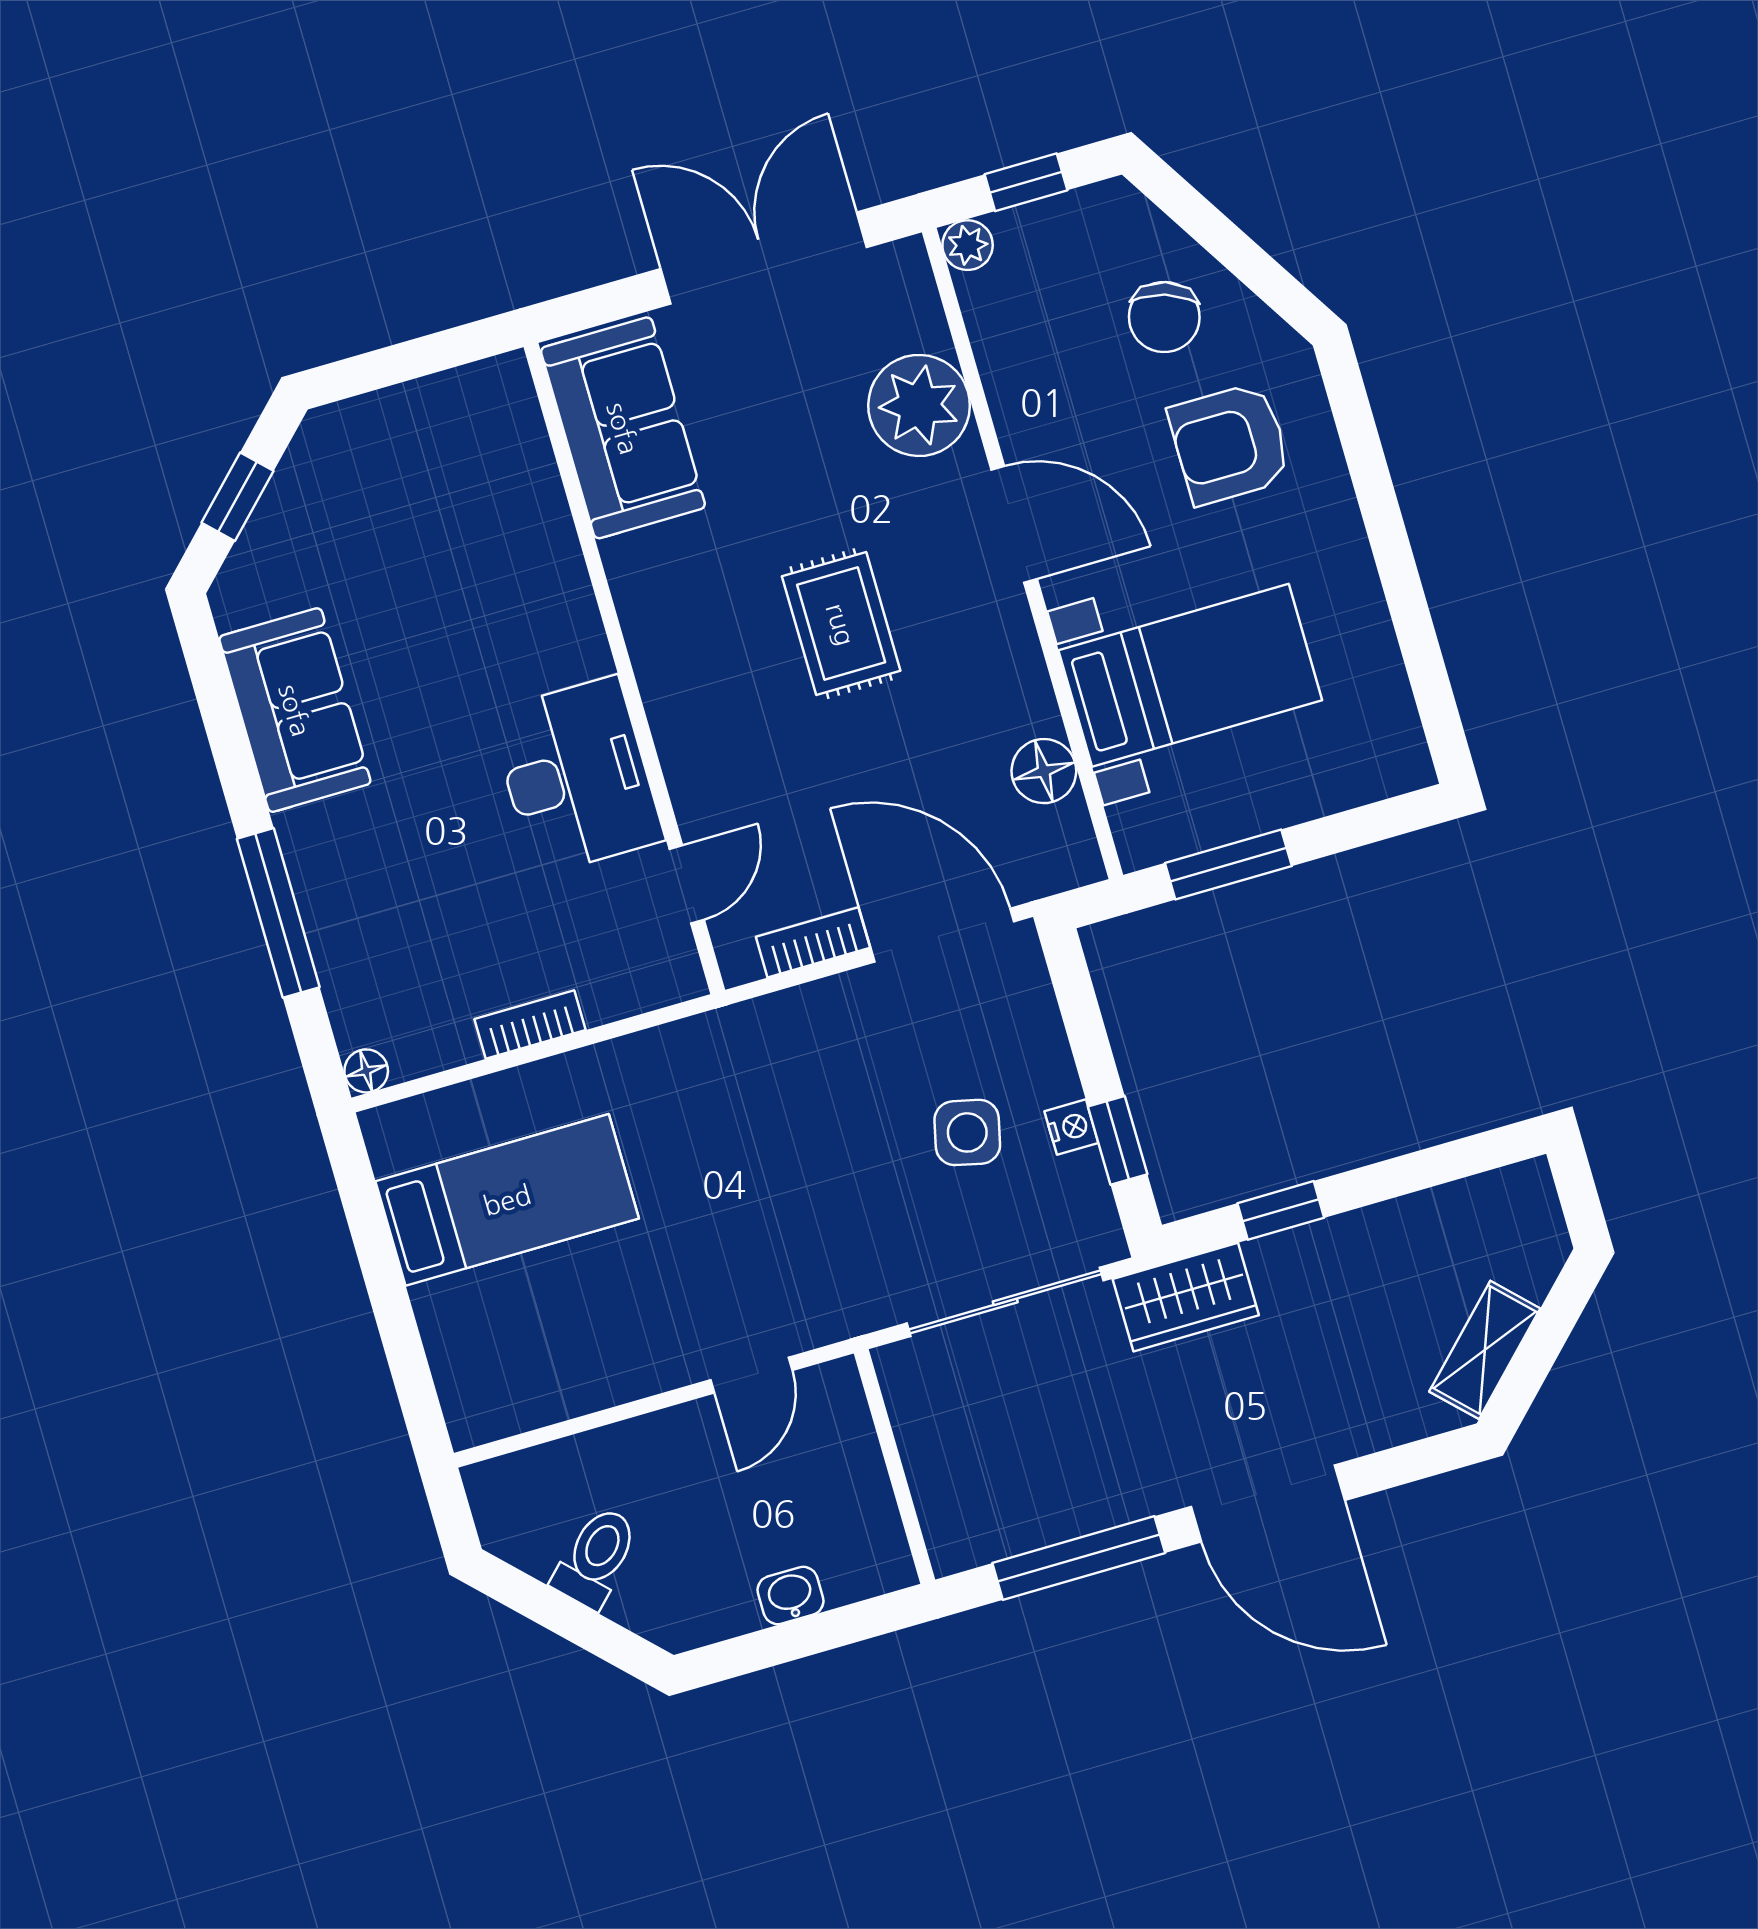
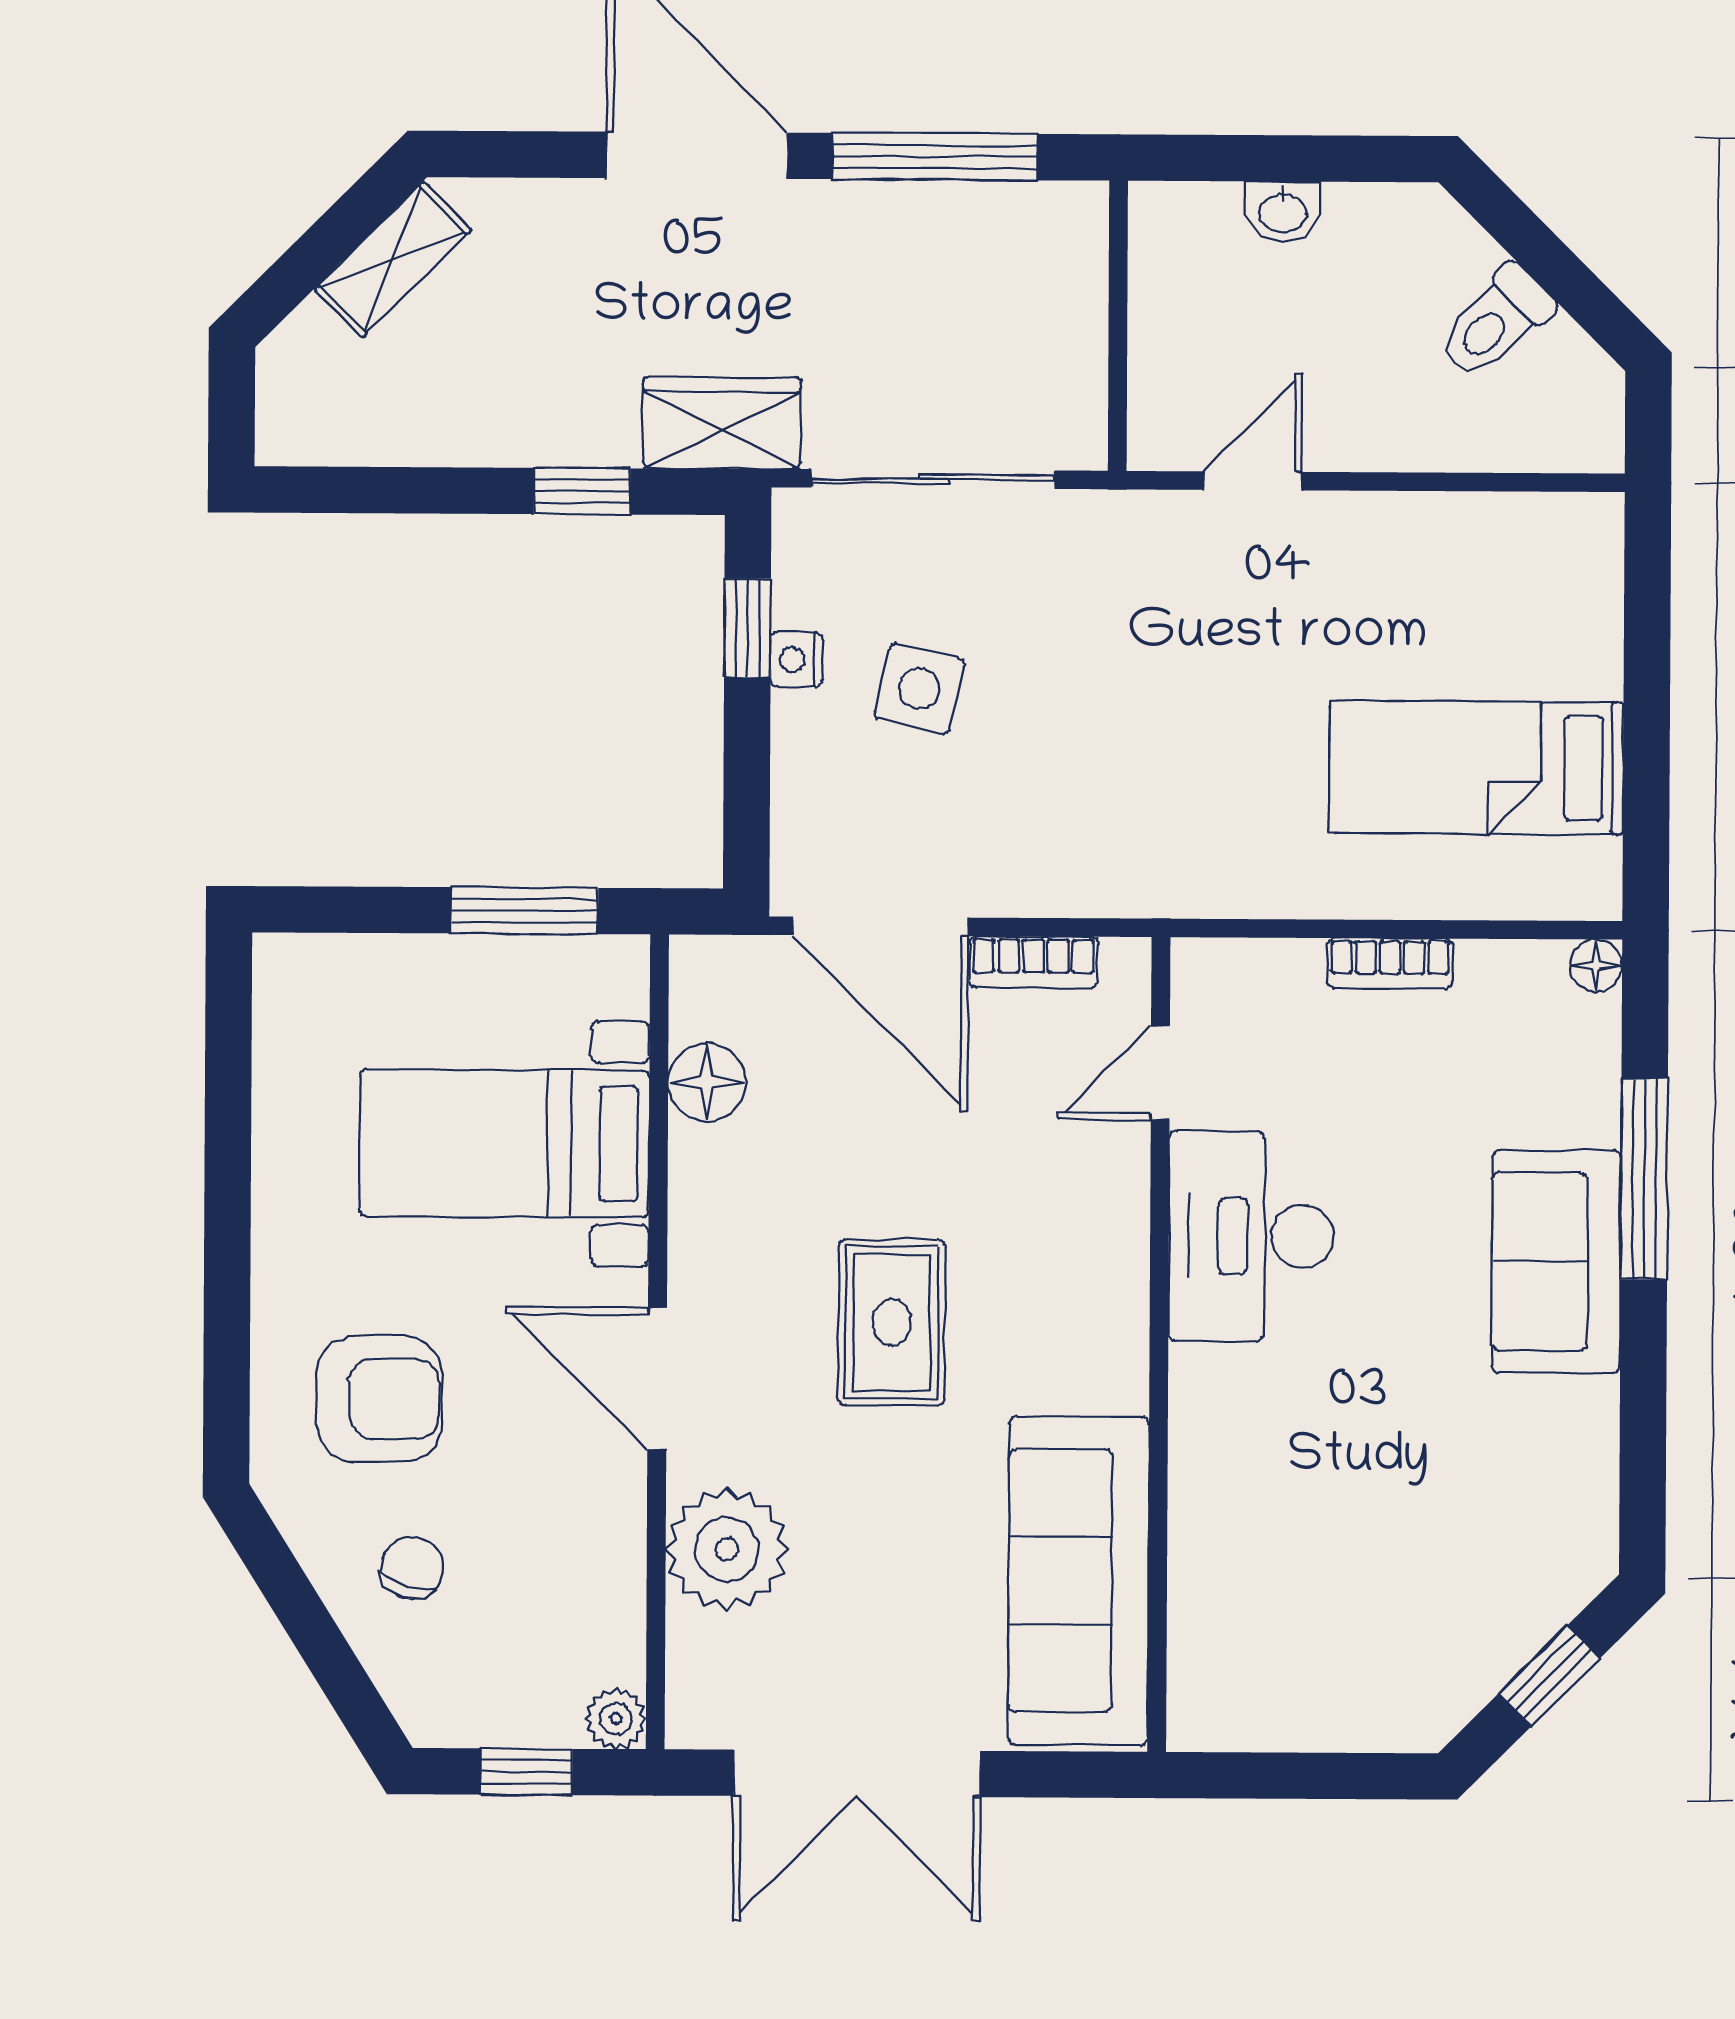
chair: (1164, 317) -> (412, 1568), width x0.73, depth x0.73
sofa: (623, 428) -> (1079, 1581), width x1.36
sofa: (295, 710) -> (1556, 1262), moved

